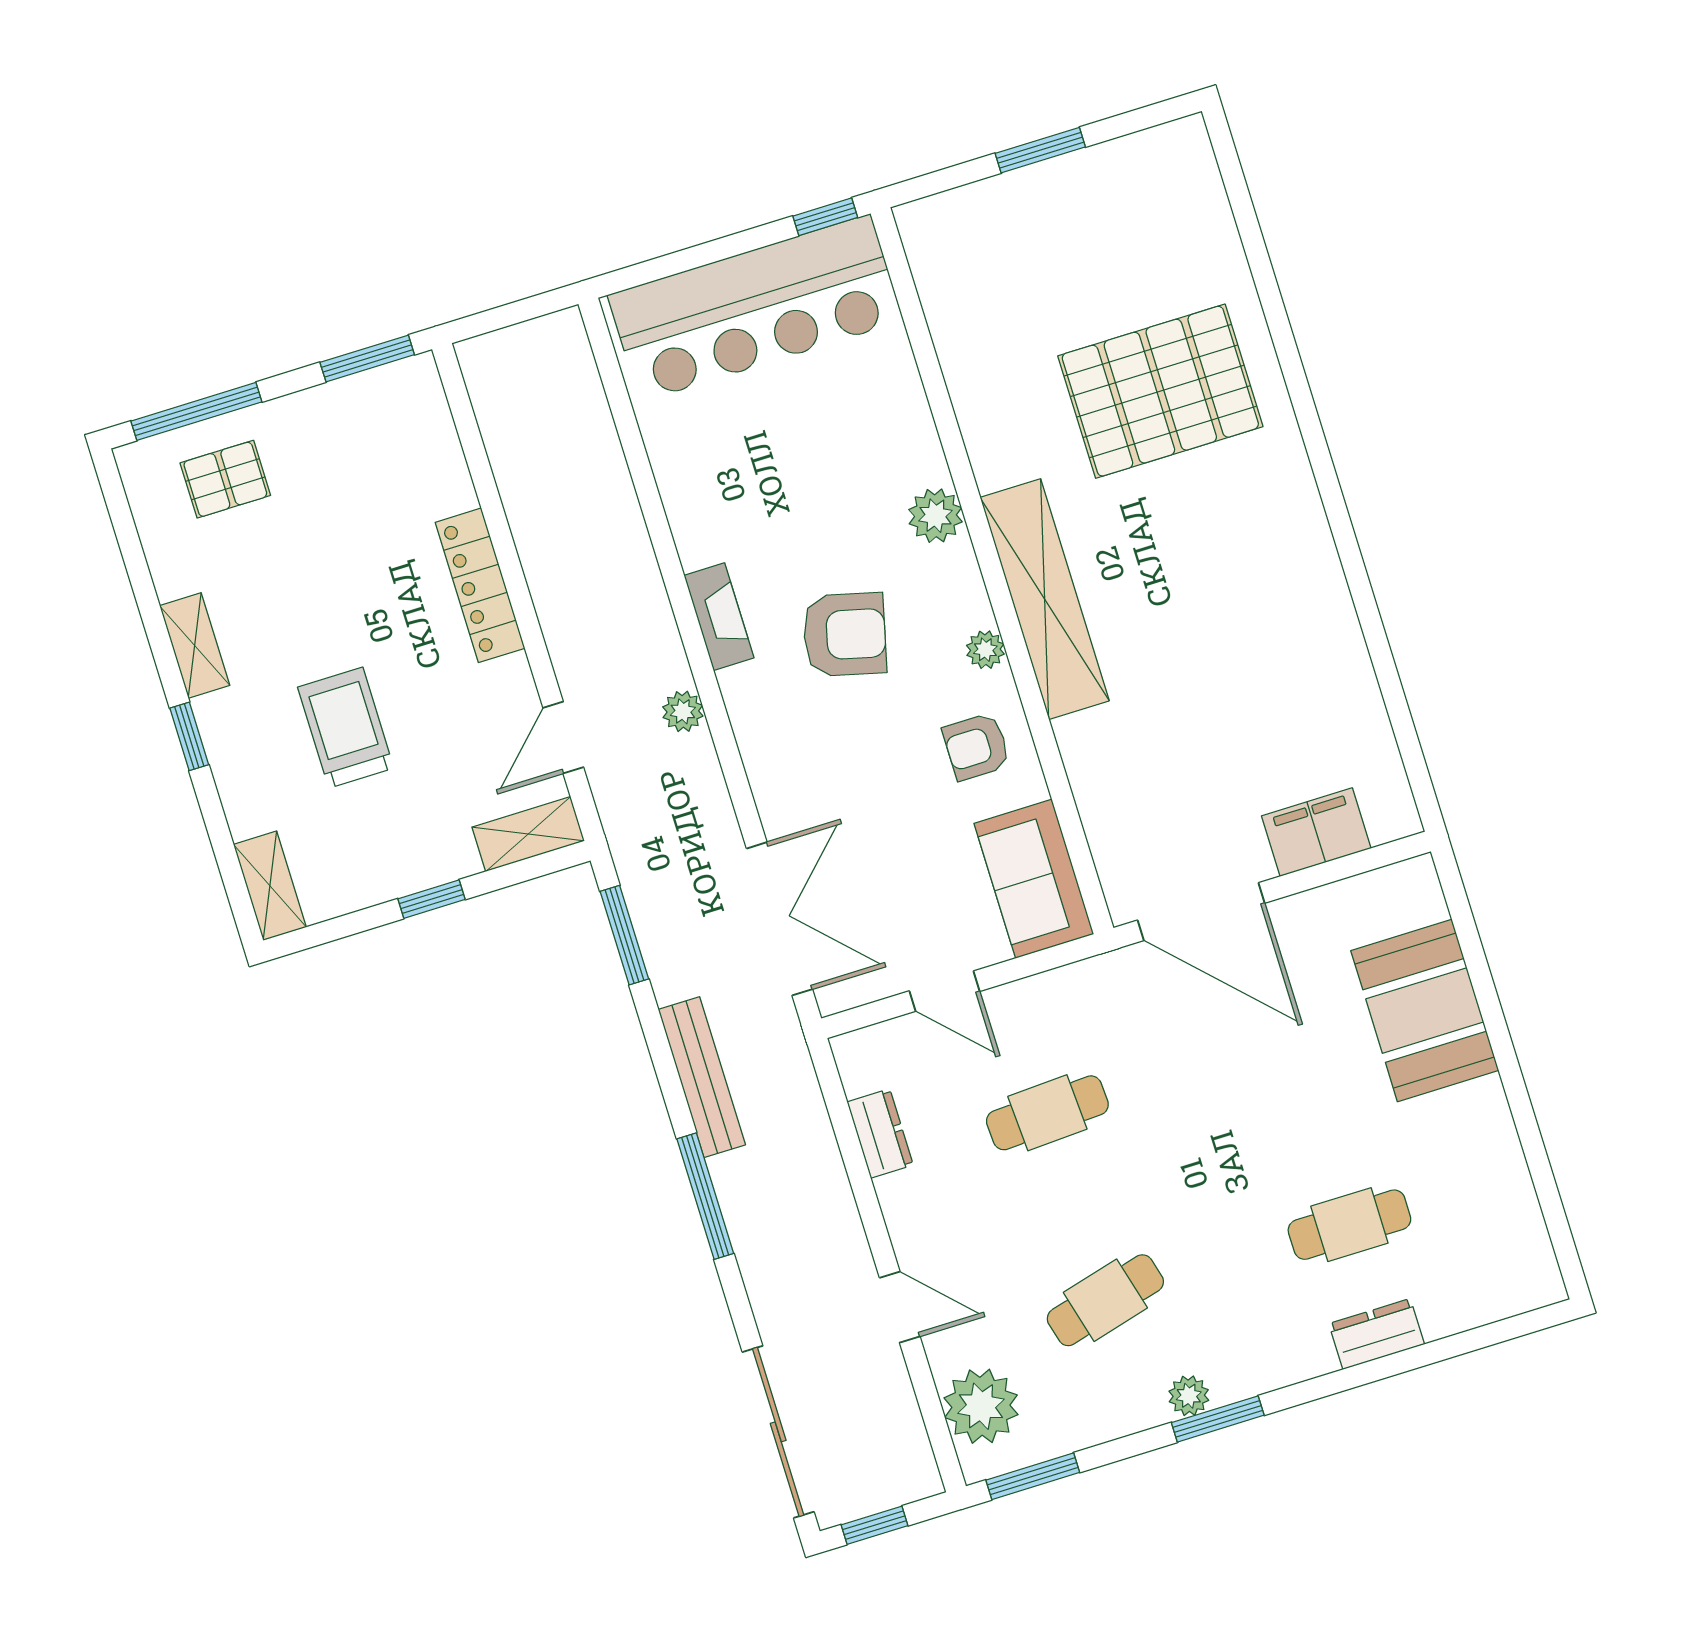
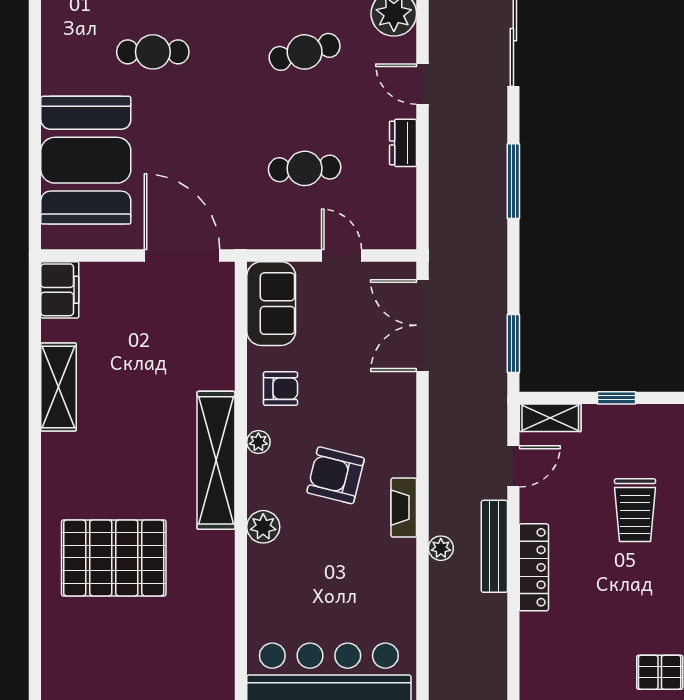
shelving: (1334, 639) -> (59, 387), added
plant: (683, 711) -> (441, 548), moved
filing cabinet: (1316, 832) -> (60, 290), moved, turned -90
booth: (1425, 1010) -> (86, 160), width x1.36, depth x1.42
bench: (702, 1077) -> (494, 546), moved
dresser: (880, 1133) -> (403, 143), moved

